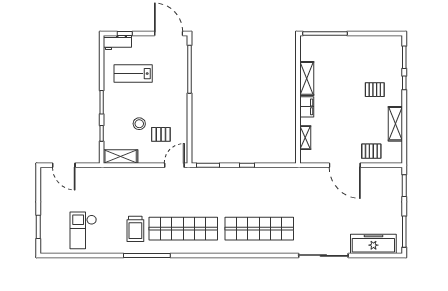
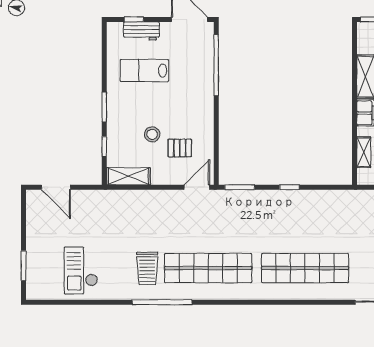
workbench: (117, 42) -> (141, 31), moved

